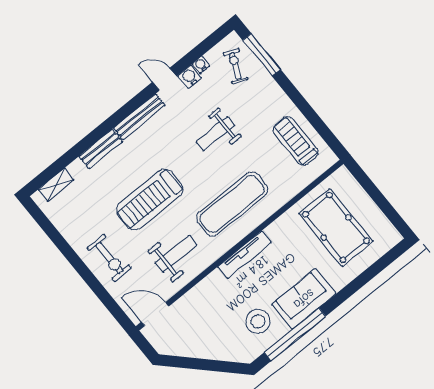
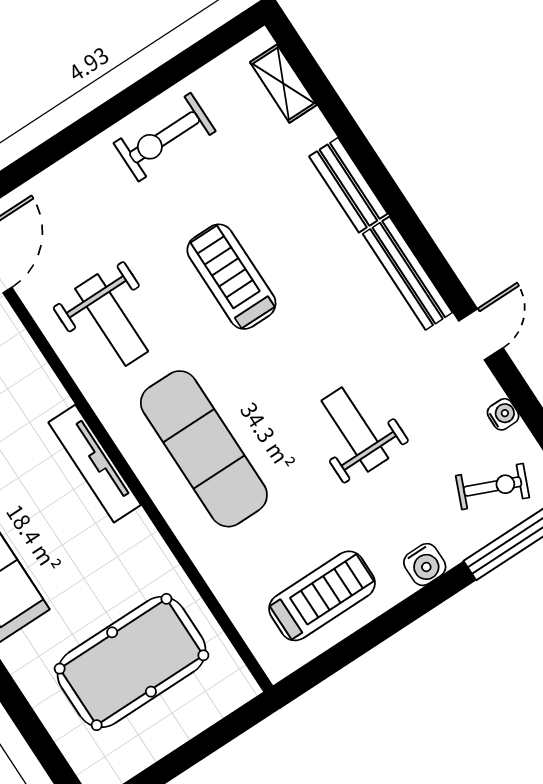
water cooler: (190, 77) -> (425, 565), moved, turned 90
treadmill: (150, 200) -> (231, 277), width x0.73, depth x0.73
exercise bike: (109, 258) -> (165, 137), moved

